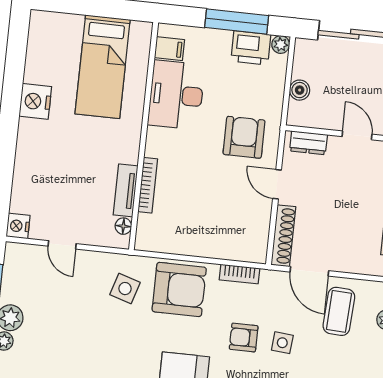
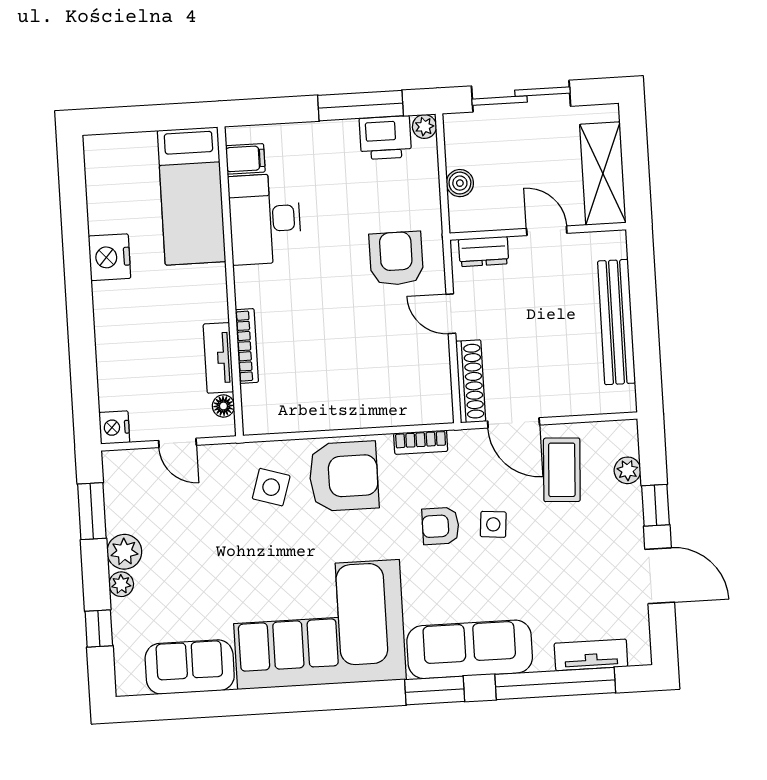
filing cabinet: (169, 49) -> (245, 159), moved
desk: (176, 95) -> (265, 219), moved
wall: (144, 136) -> (230, 281), moved
bookcase: (148, 185) -> (247, 346), moved
tv unit: (126, 190) -> (218, 358), moved
floor lamp: (123, 226) -> (223, 406), moved

